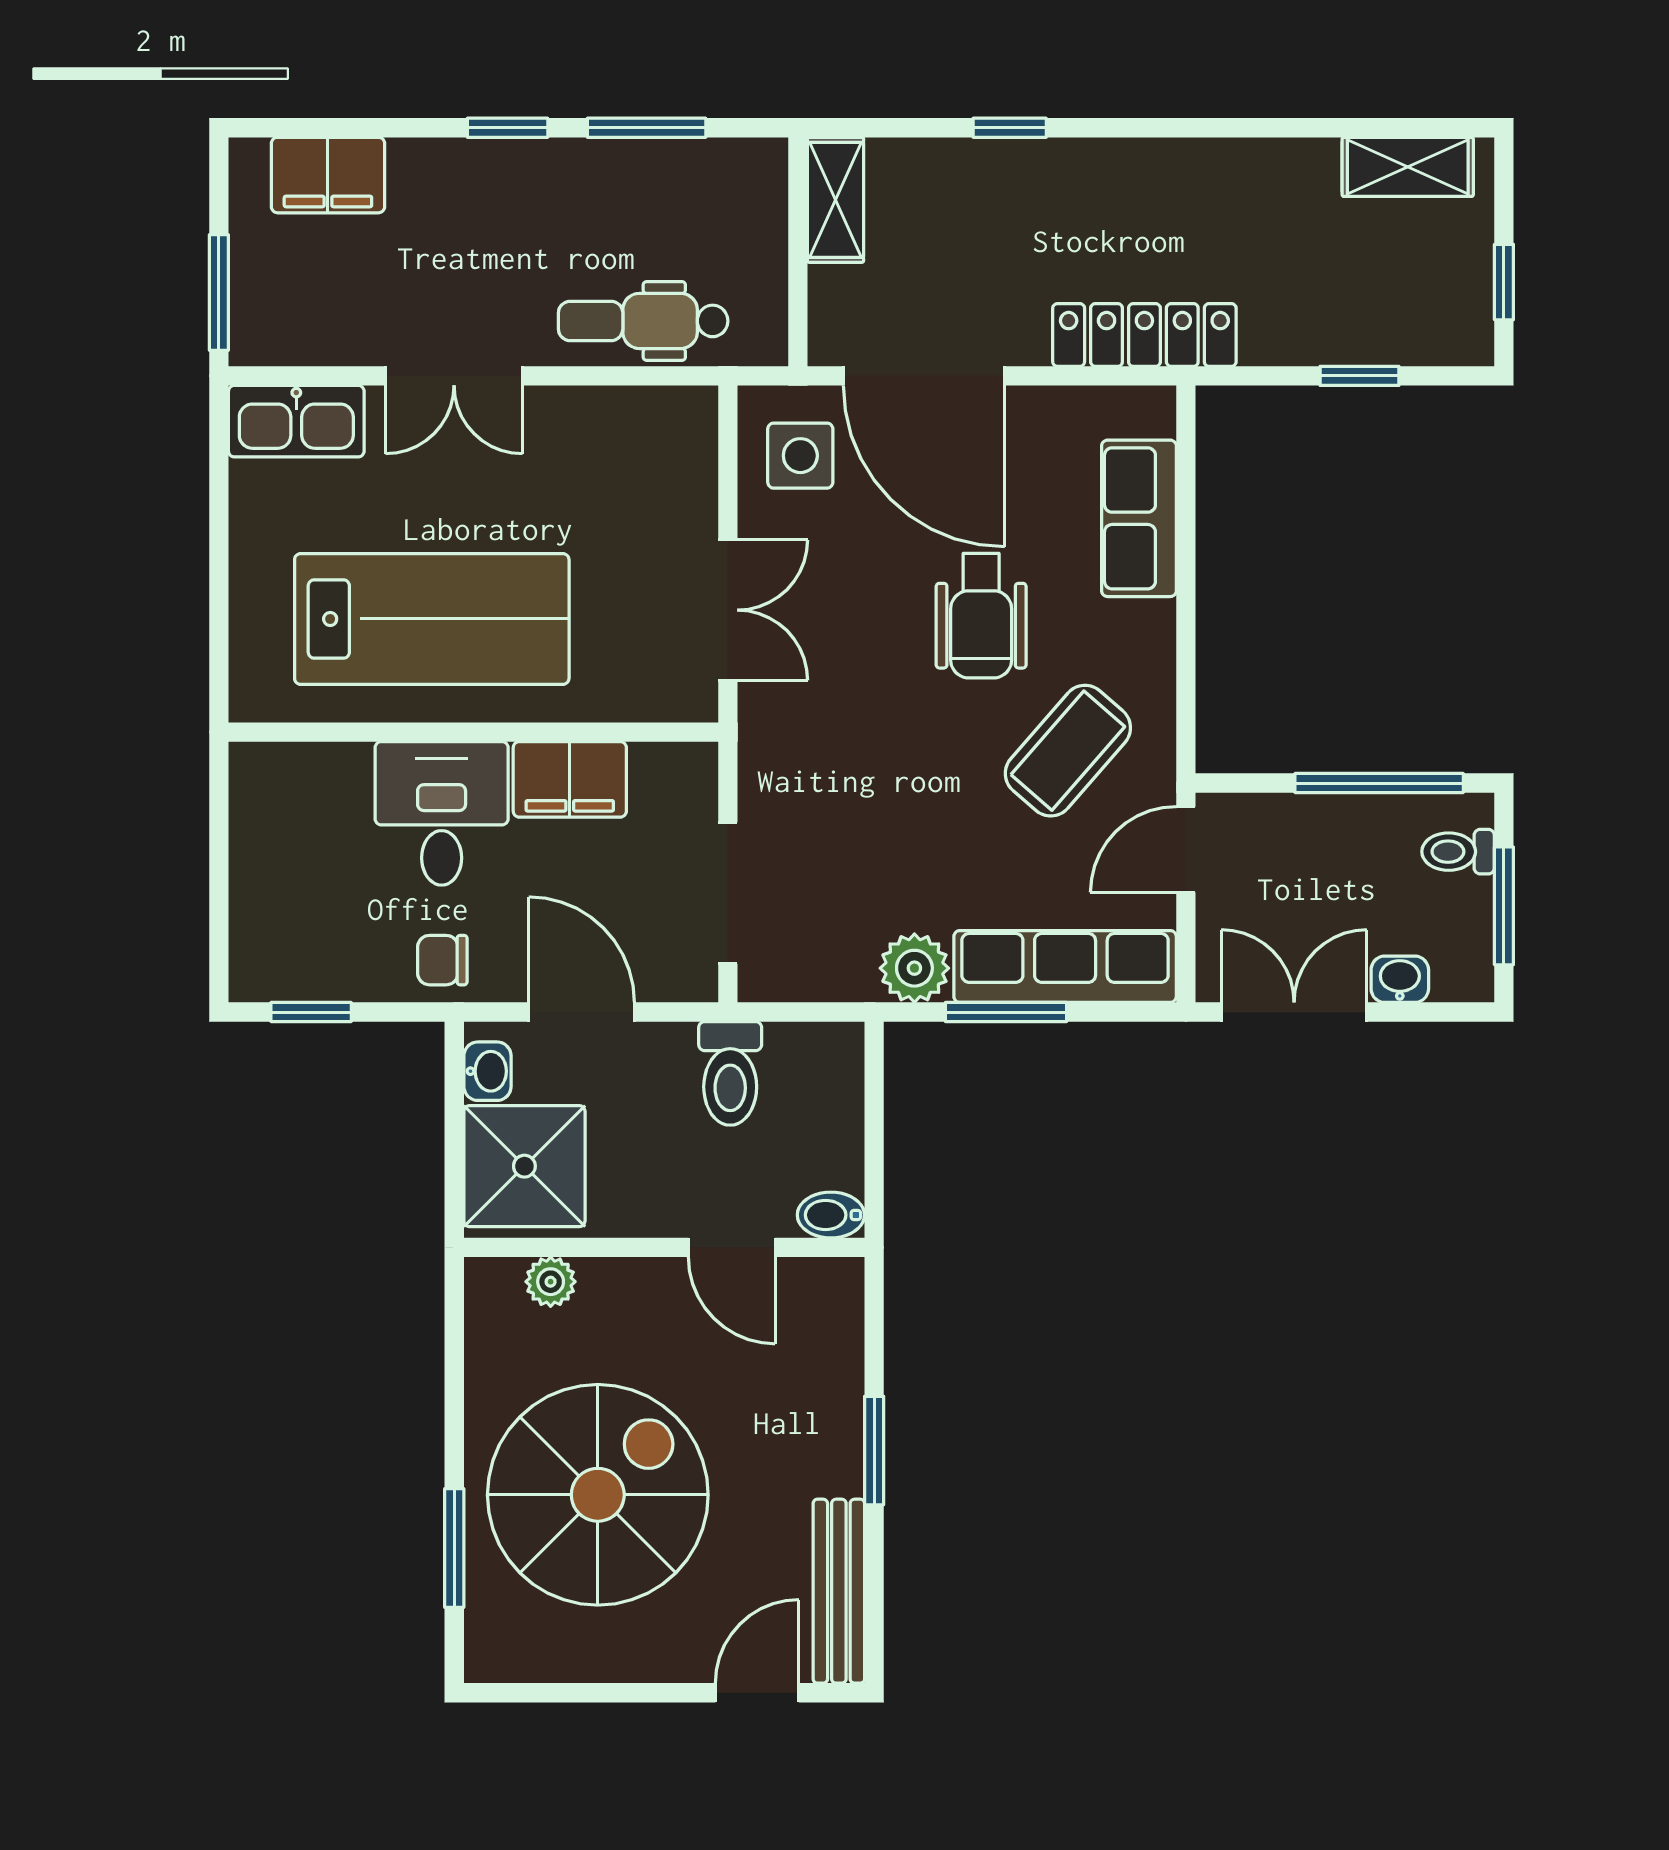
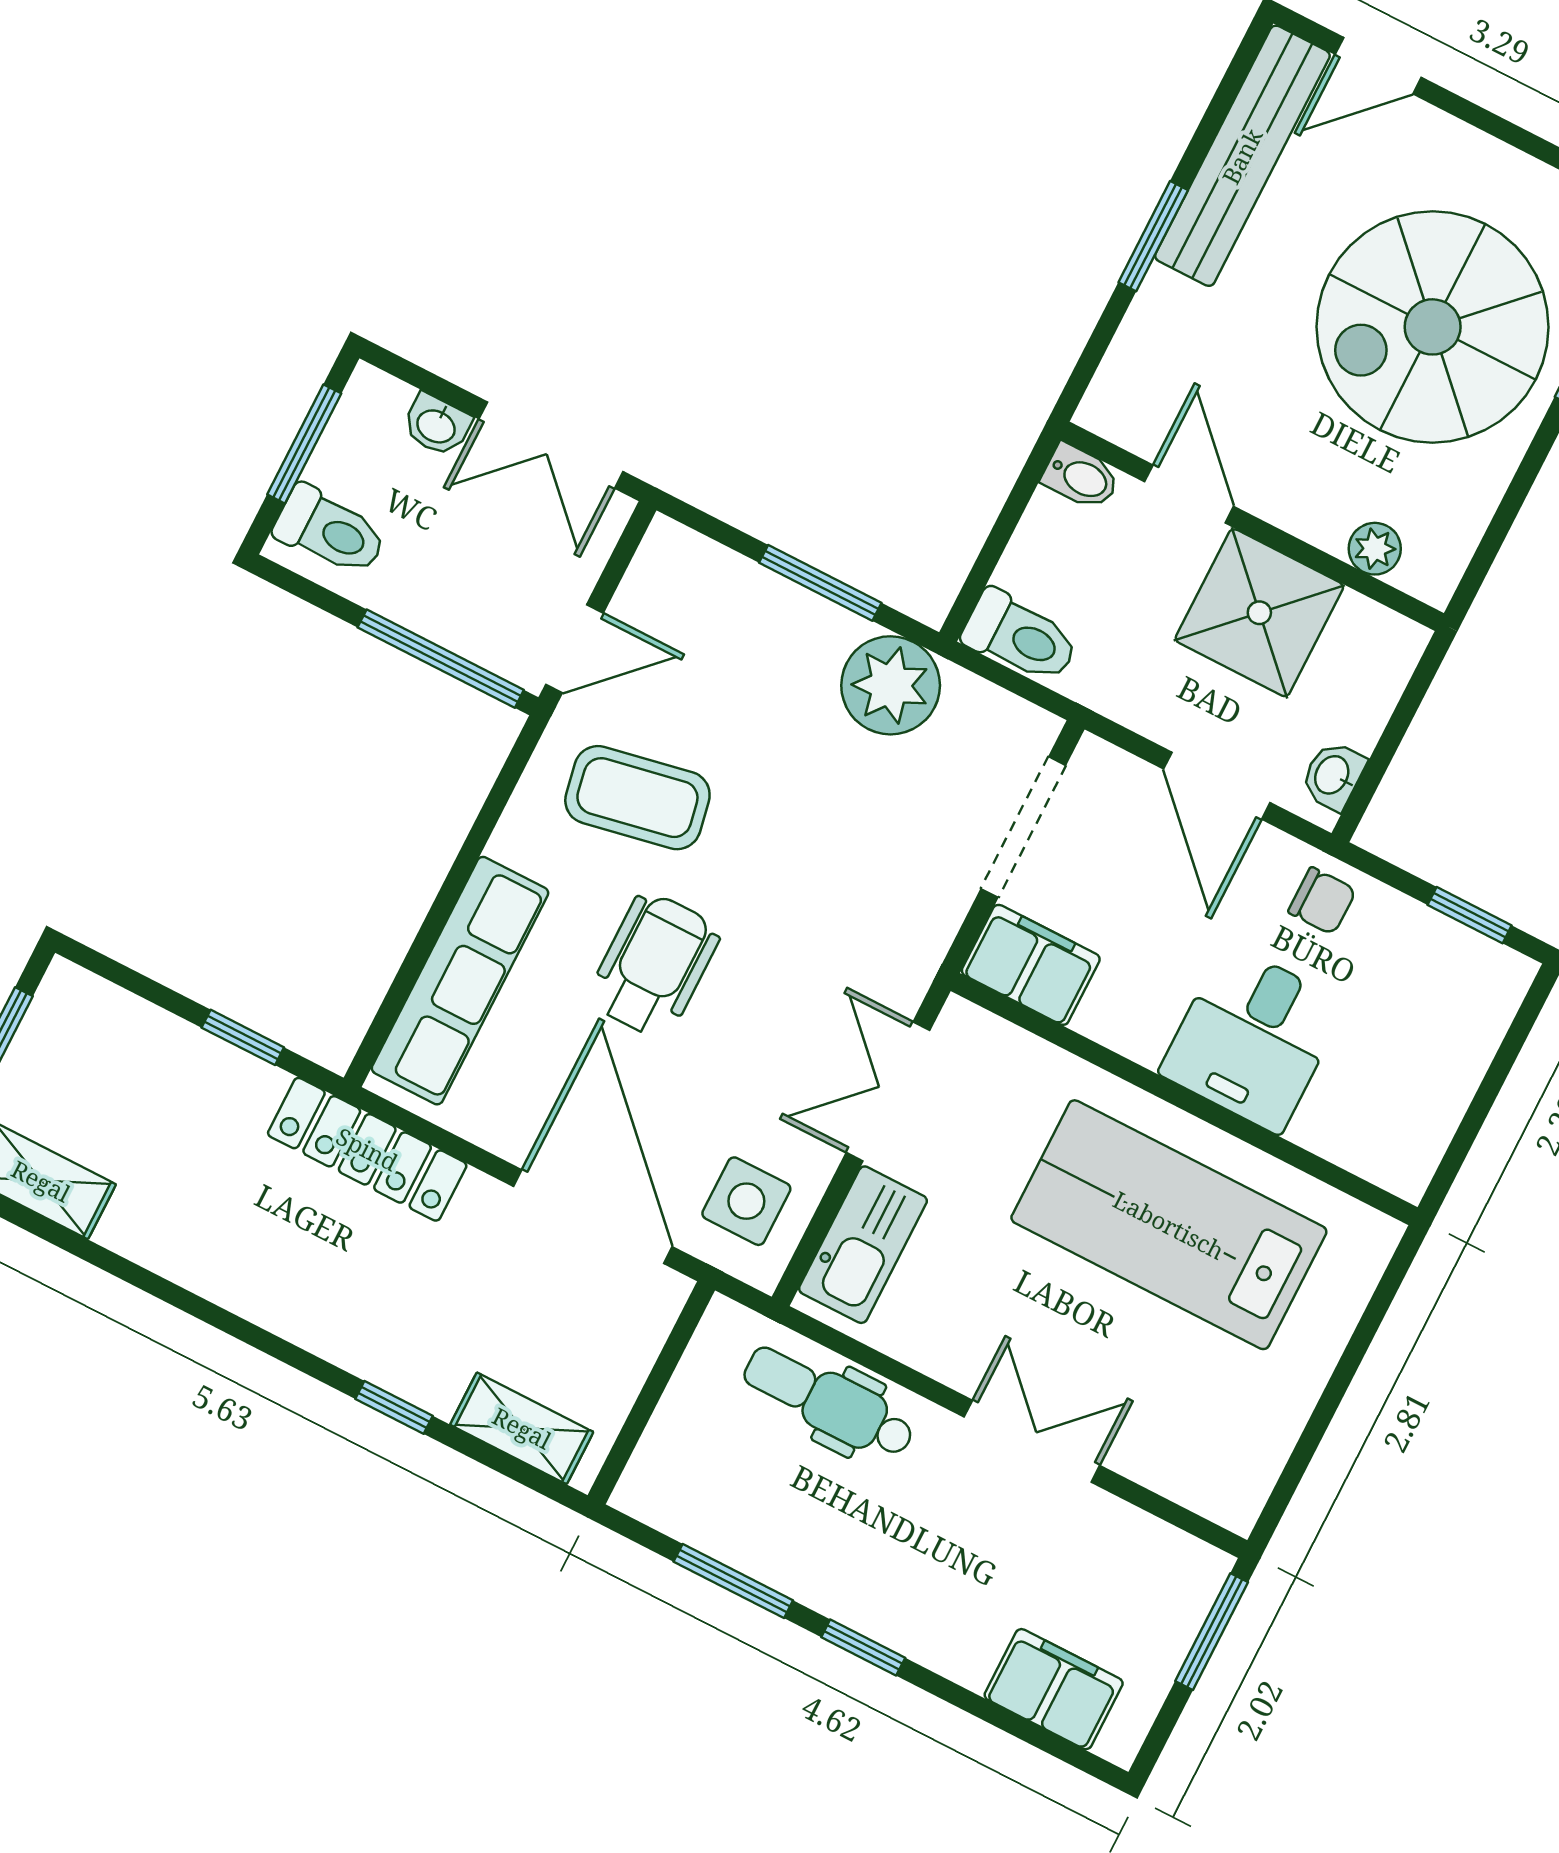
shelving: (835, 200) -> (522, 1428), moved, turned 90
dental chair: (643, 321) -> (829, 1402), turned 180
window: (1359, 376) -> (243, 1037), moved
kitchen sink: (296, 421) -> (863, 1245), moved, turned 90
row of seats: (1139, 518) -> (460, 981), width x1.48
coffee table: (1068, 751) -> (637, 798), turned 38
filing cabinet: (570, 779) -> (1031, 965), moved
window: (1379, 783) -> (441, 659), moved
toilet: (1458, 852) -> (330, 531), width x1.37, depth x1.39
row of seats: (1065, 967) -> (743, 597), removed
plant: (914, 968) -> (891, 685), width x1.36, depth x1.36
toilet: (730, 1073) -> (1020, 637), moved, turned 90
shower: (524, 1166) -> (1259, 613), moved
bench: (839, 1591) -> (1242, 156), width x1.37, depth x1.21

